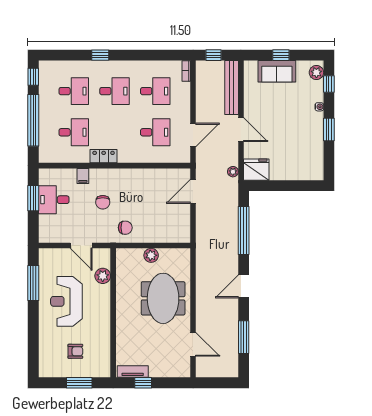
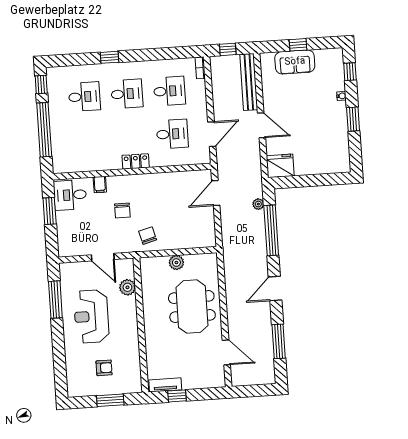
plant: (316, 73) -> (336, 60), removed
desk: (74, 132) -> (87, 140), removed
locker: (104, 156) -> (136, 161), moved
plant: (233, 172) -> (258, 204), moved
desk: (54, 200) -> (70, 195), moved
chair: (125, 228) -> (148, 236), turned -105

